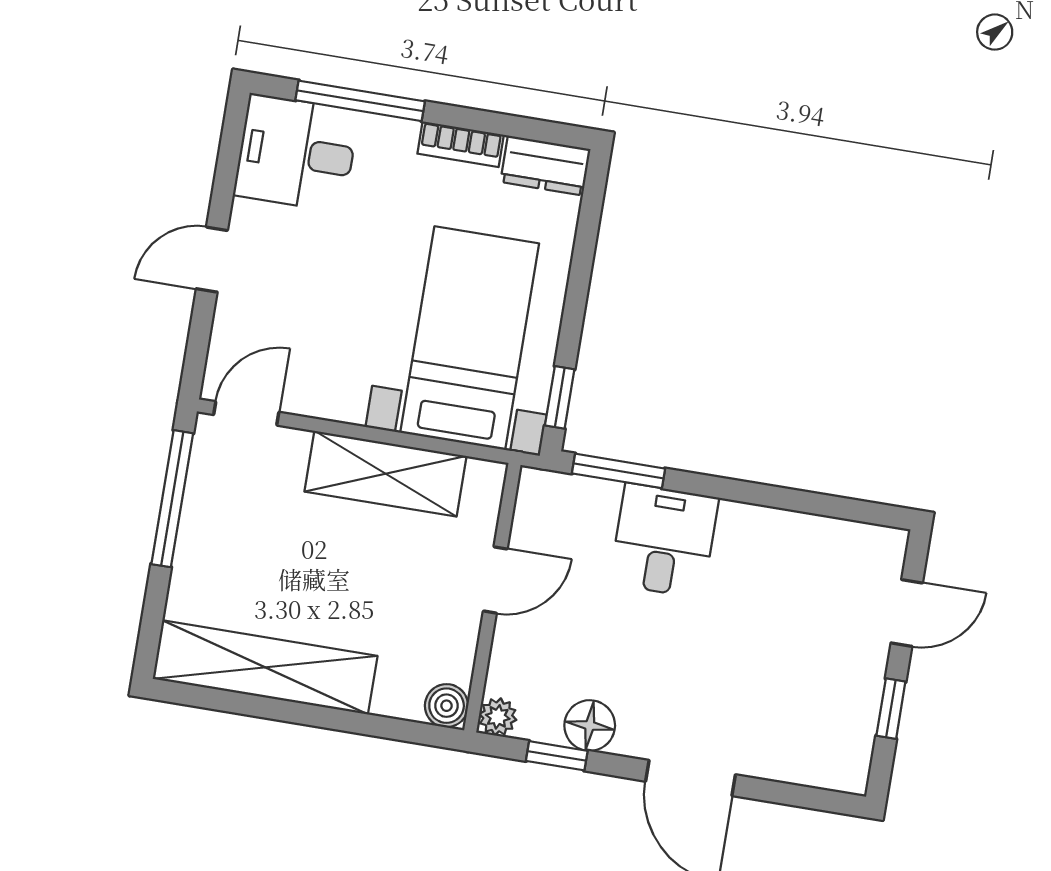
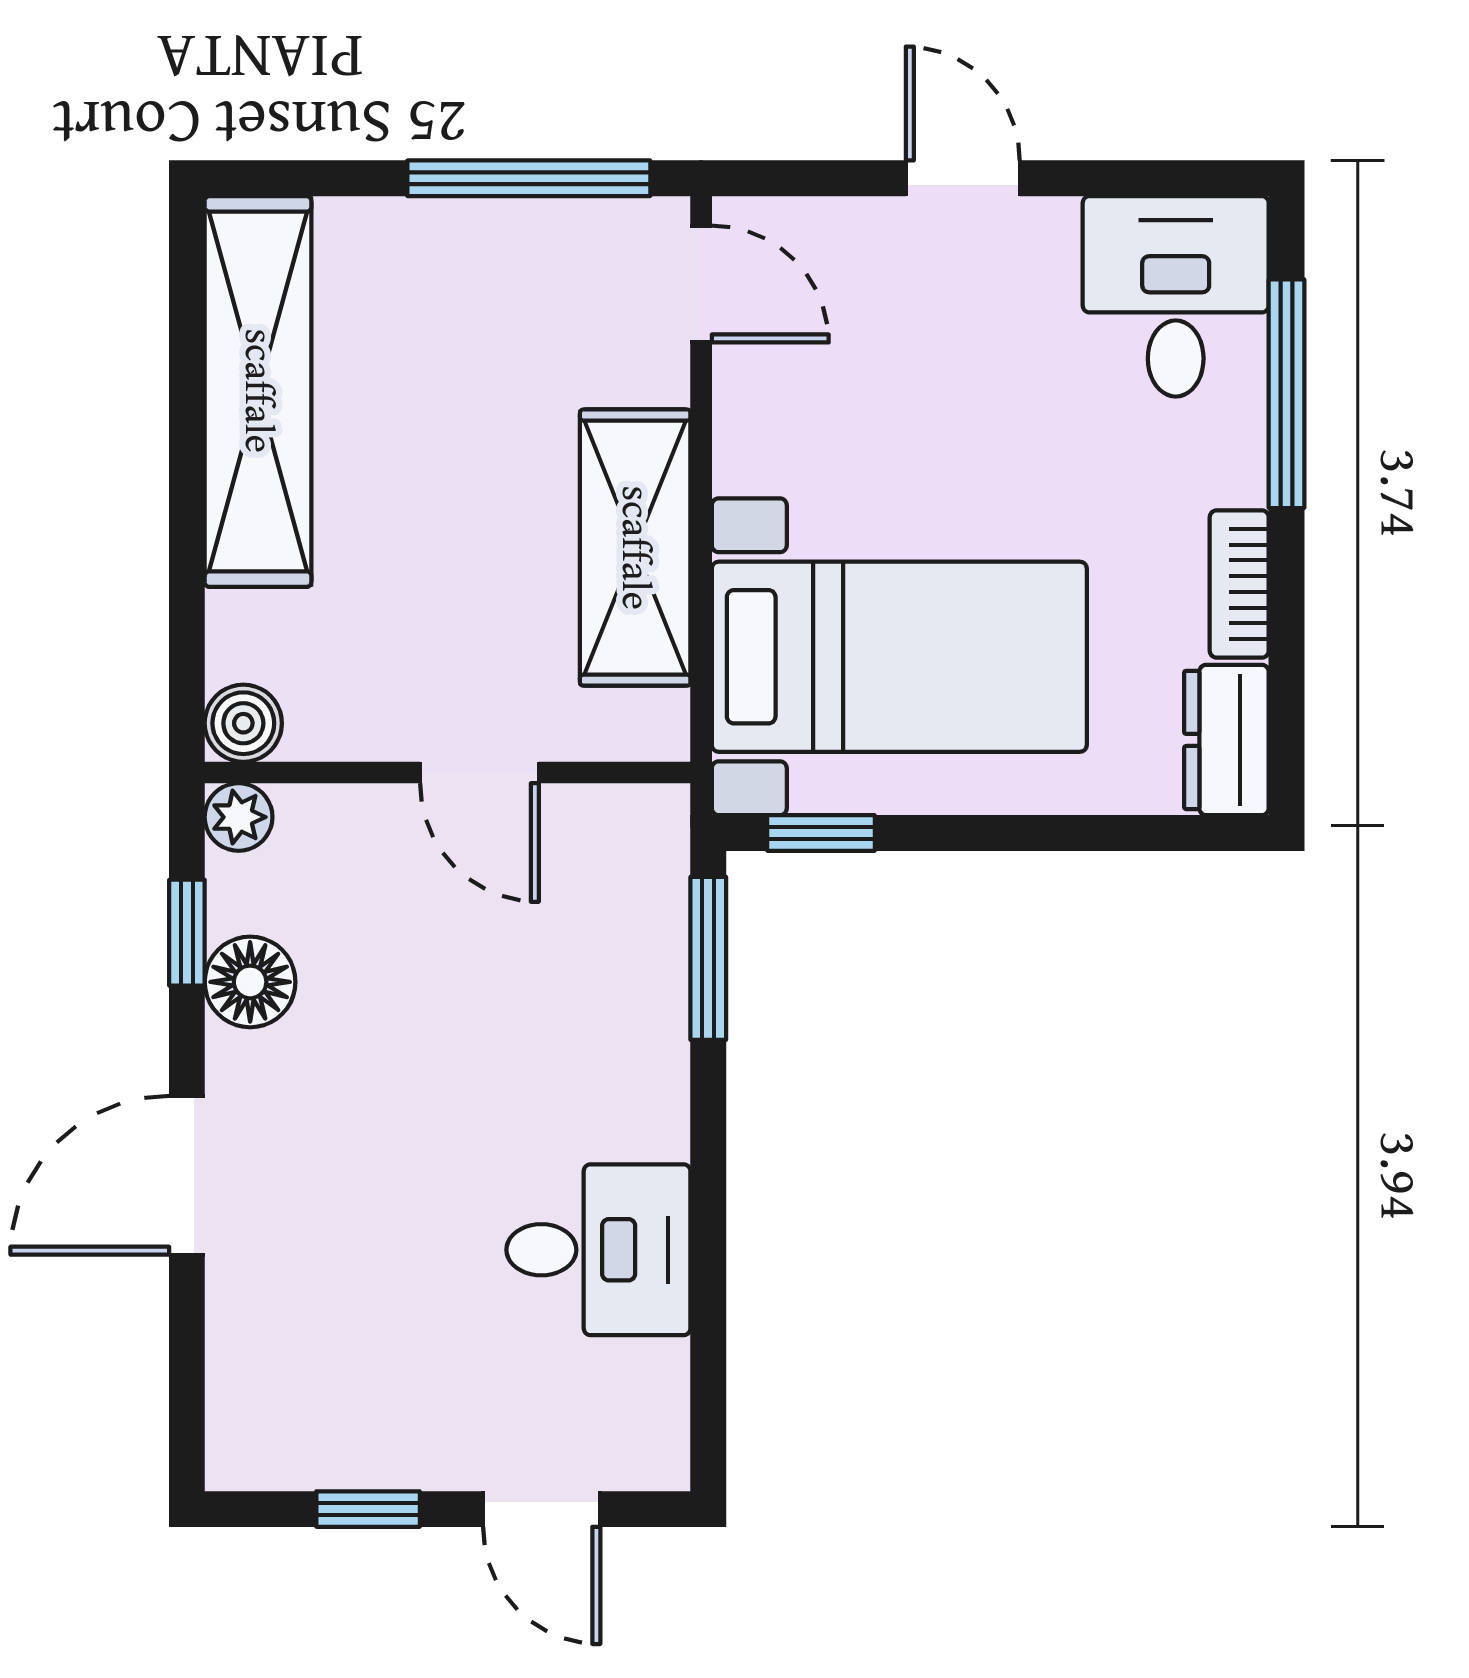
desk: (664, 541) -> (598, 1250), moved

